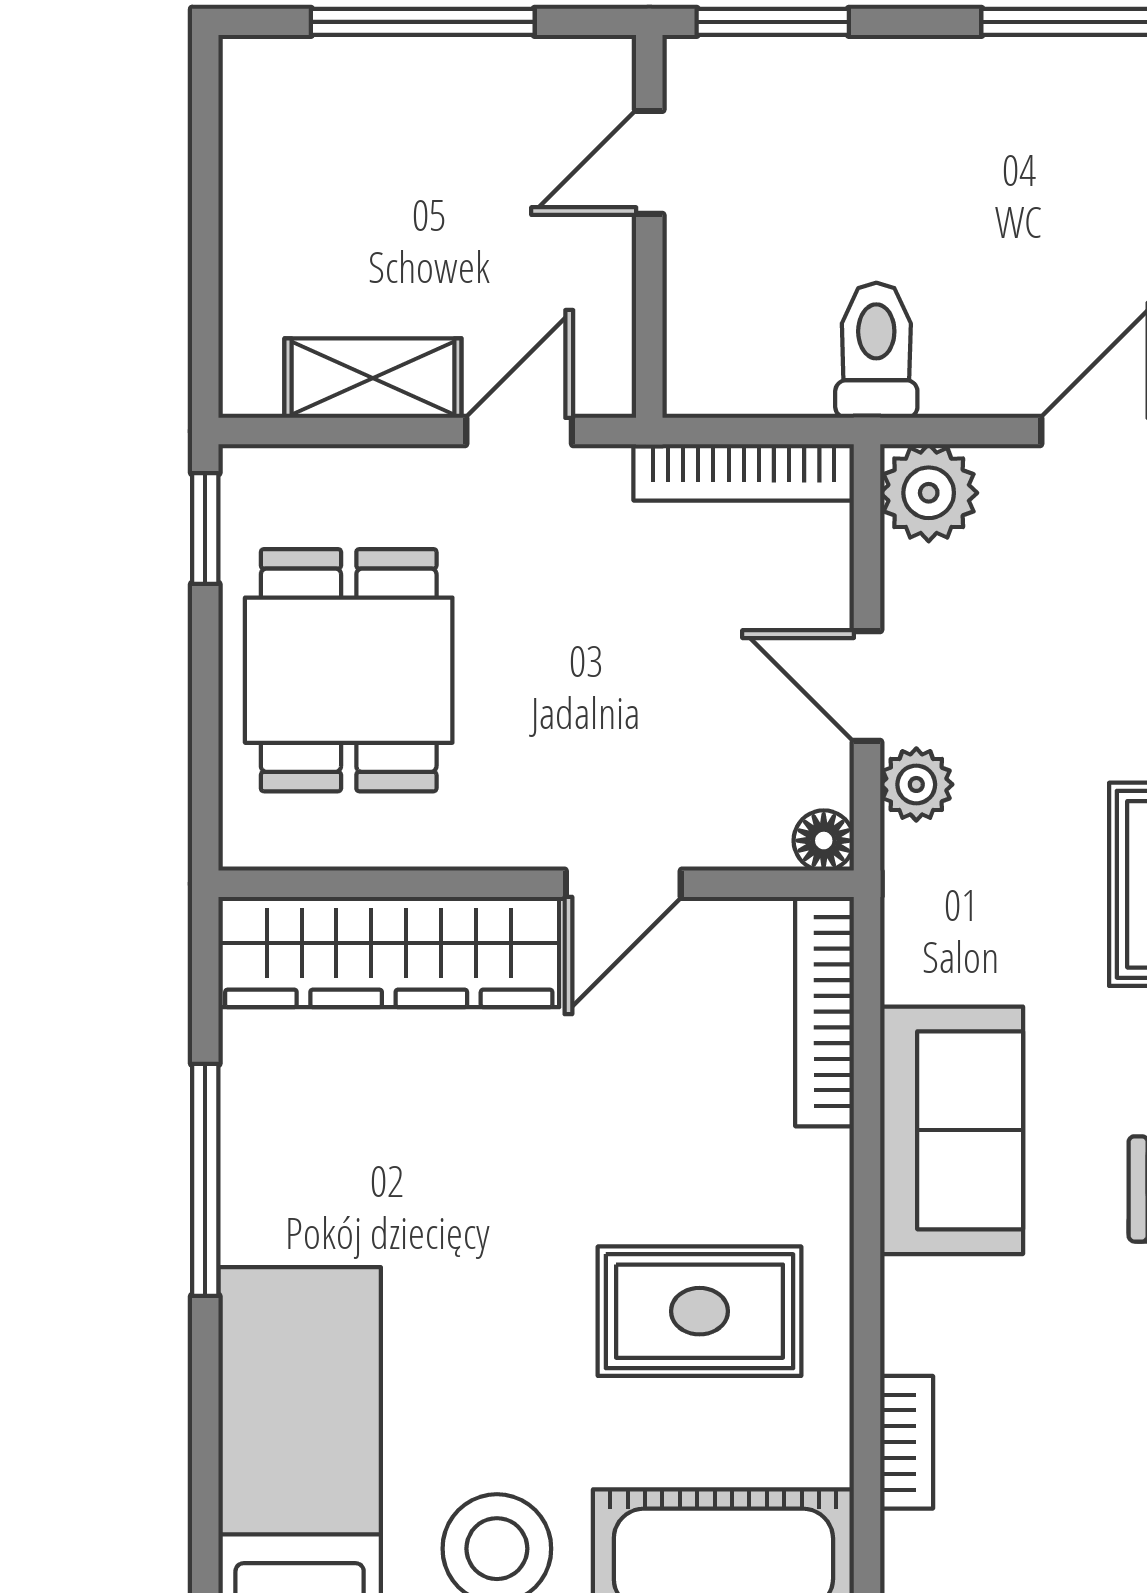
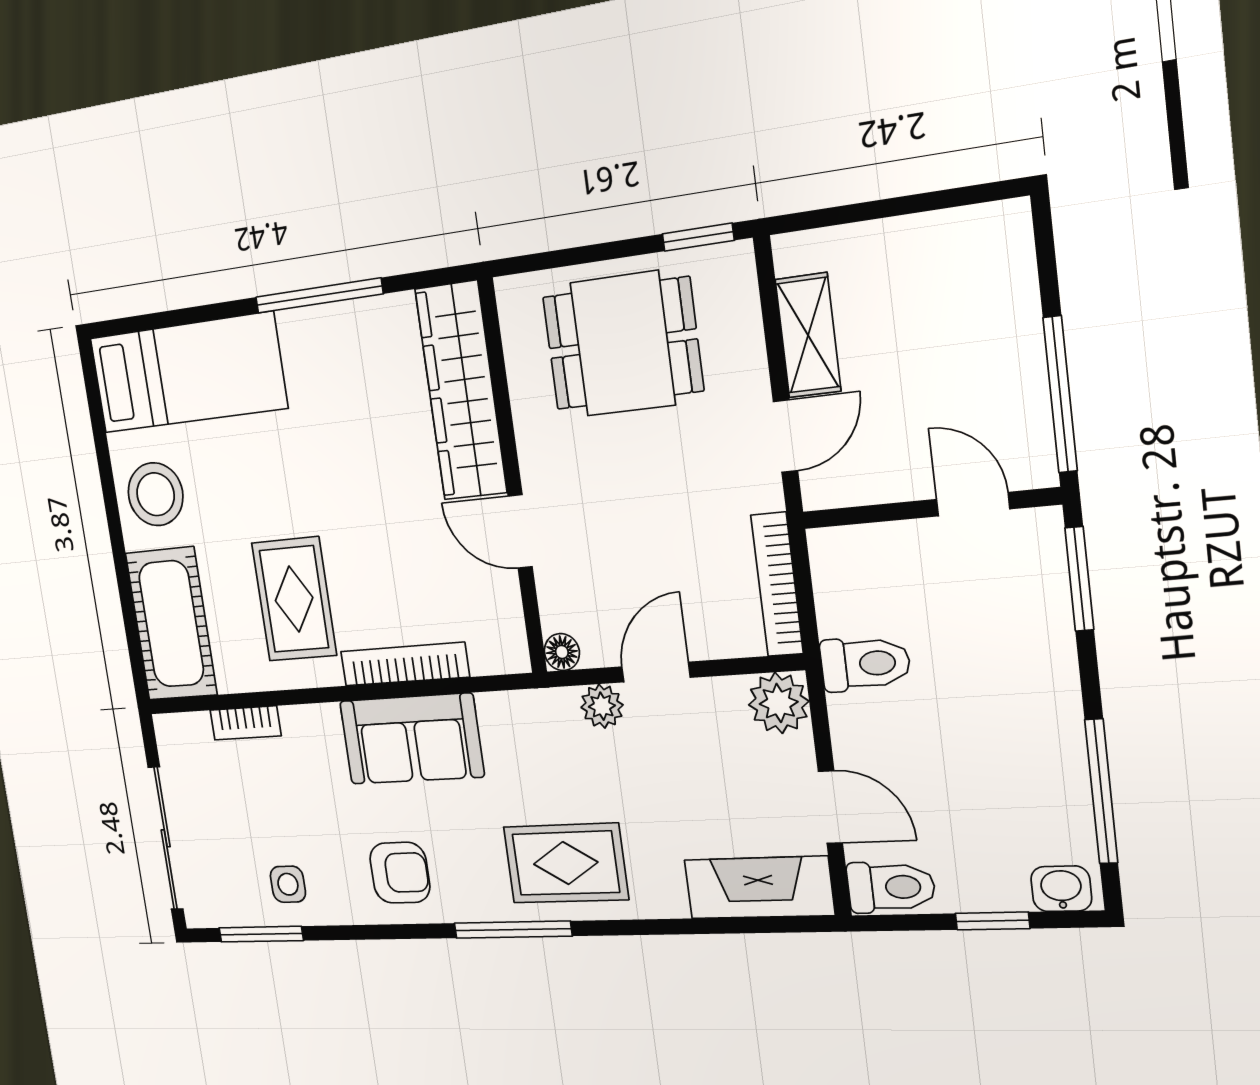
window: (423, 22) -> (1060, 394), moved
door: (519, 431) -> (786, 436), hinge flipped
bookcase: (825, 1012) -> (405, 664), moved

